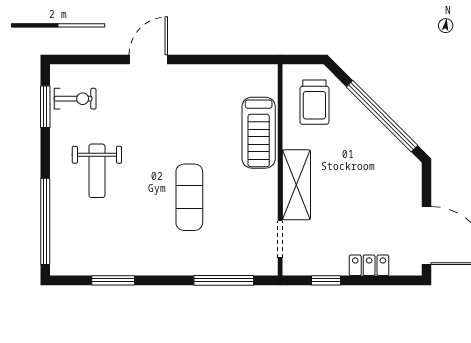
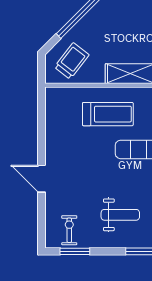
trolley: (314, 102) -> (72, 61), turned -52
treadmill: (259, 133) -> (108, 114), moved

